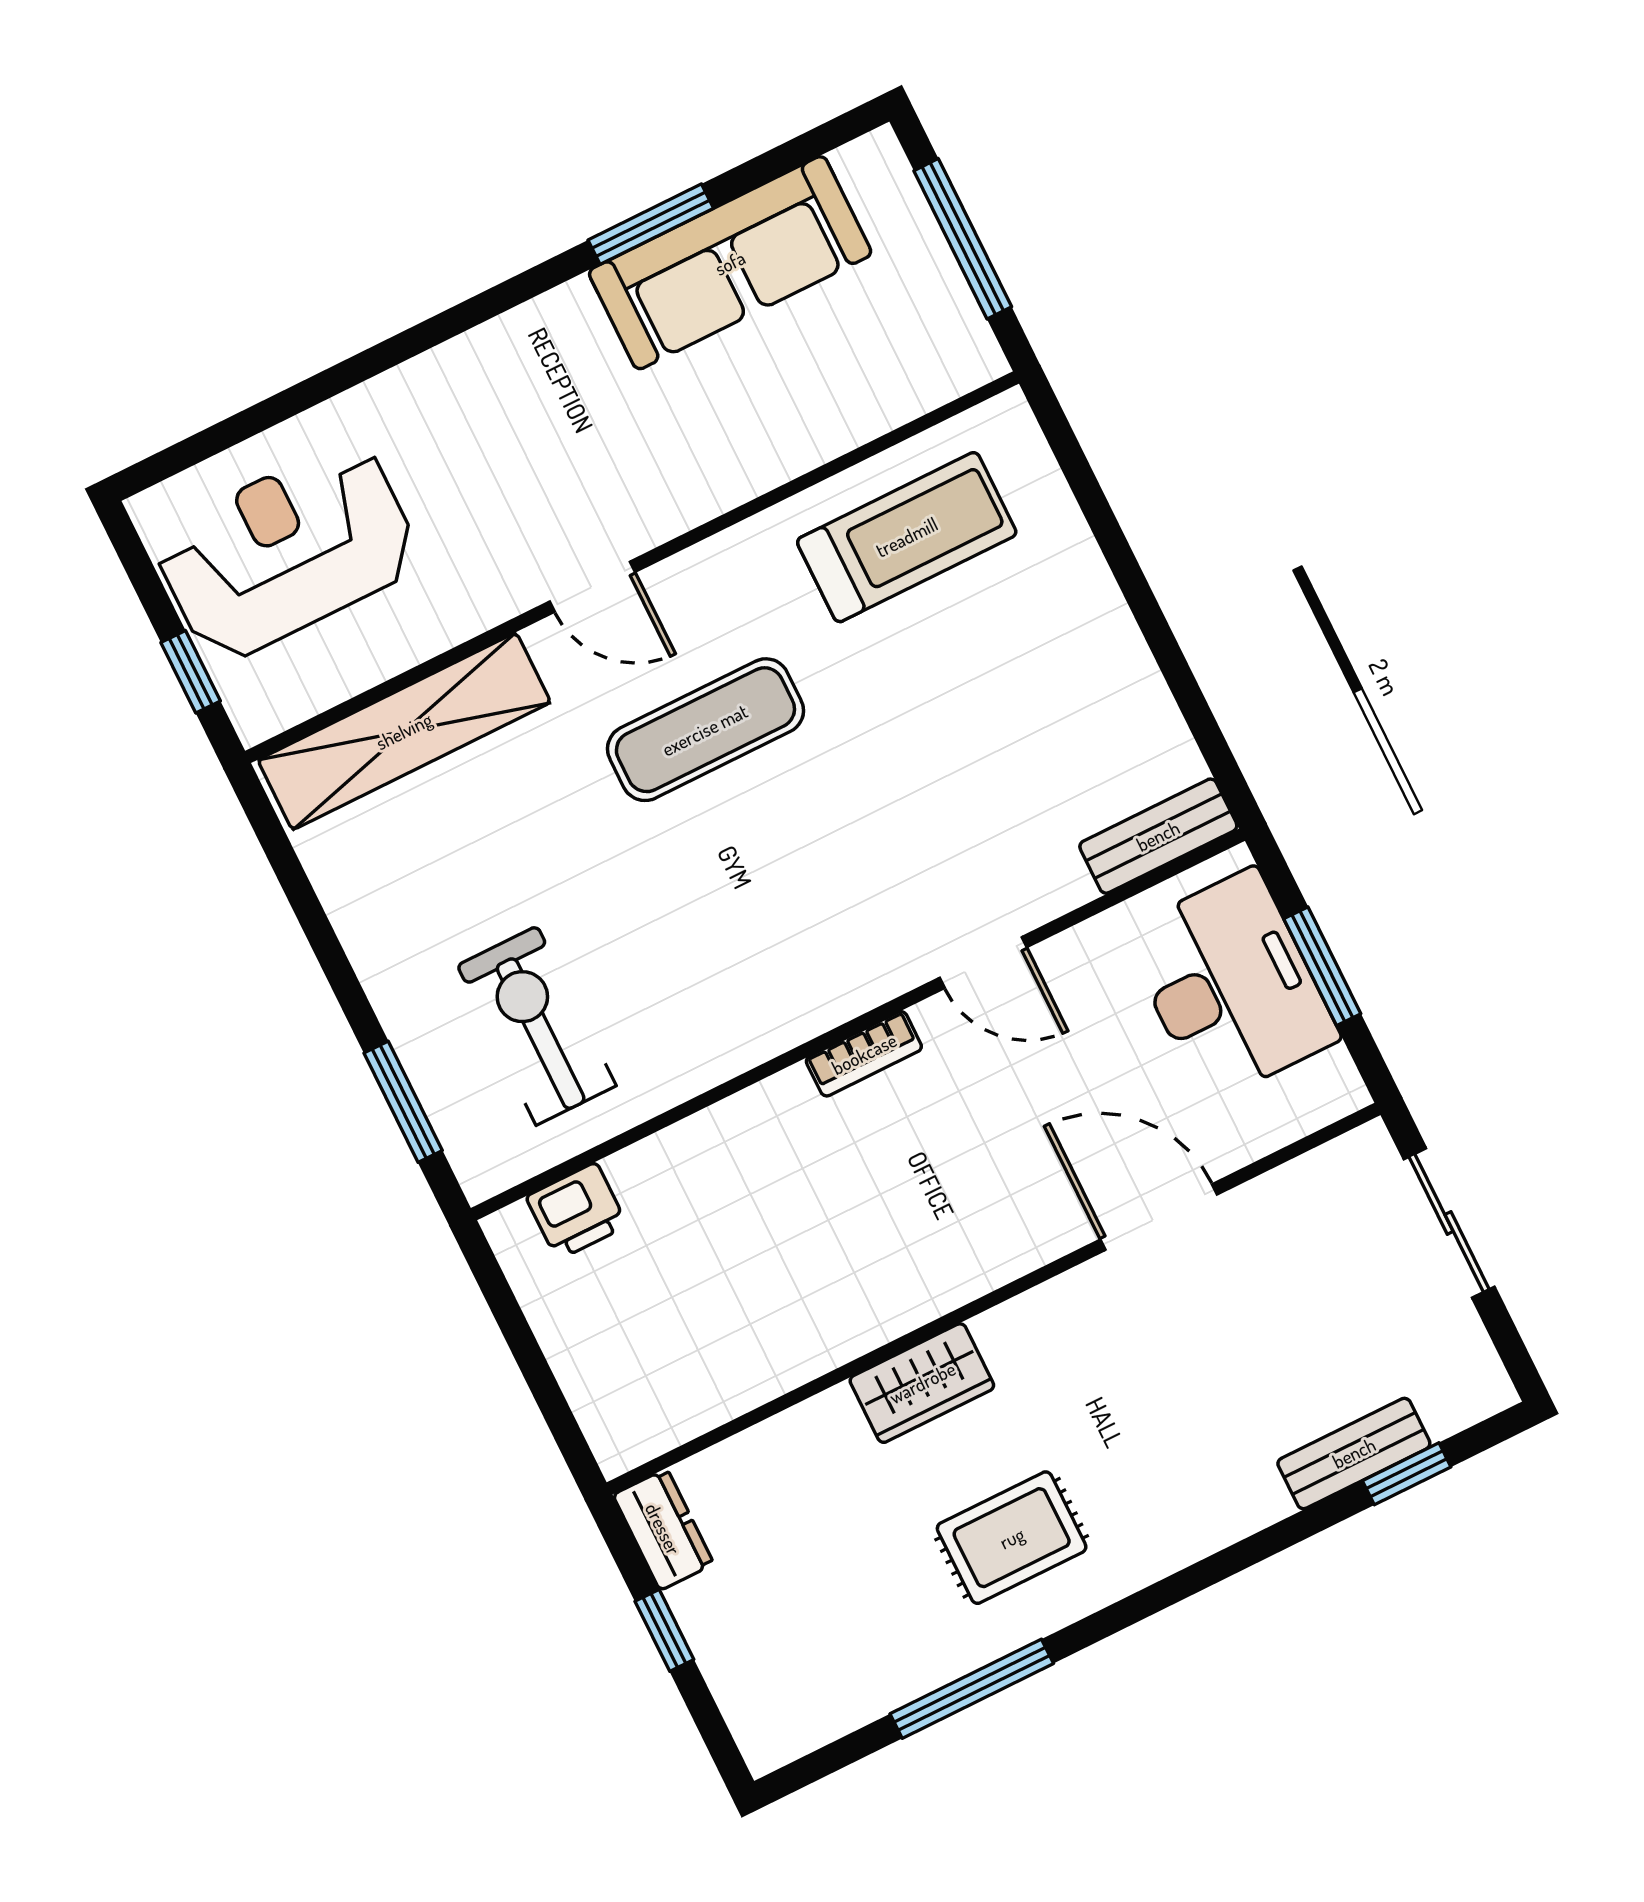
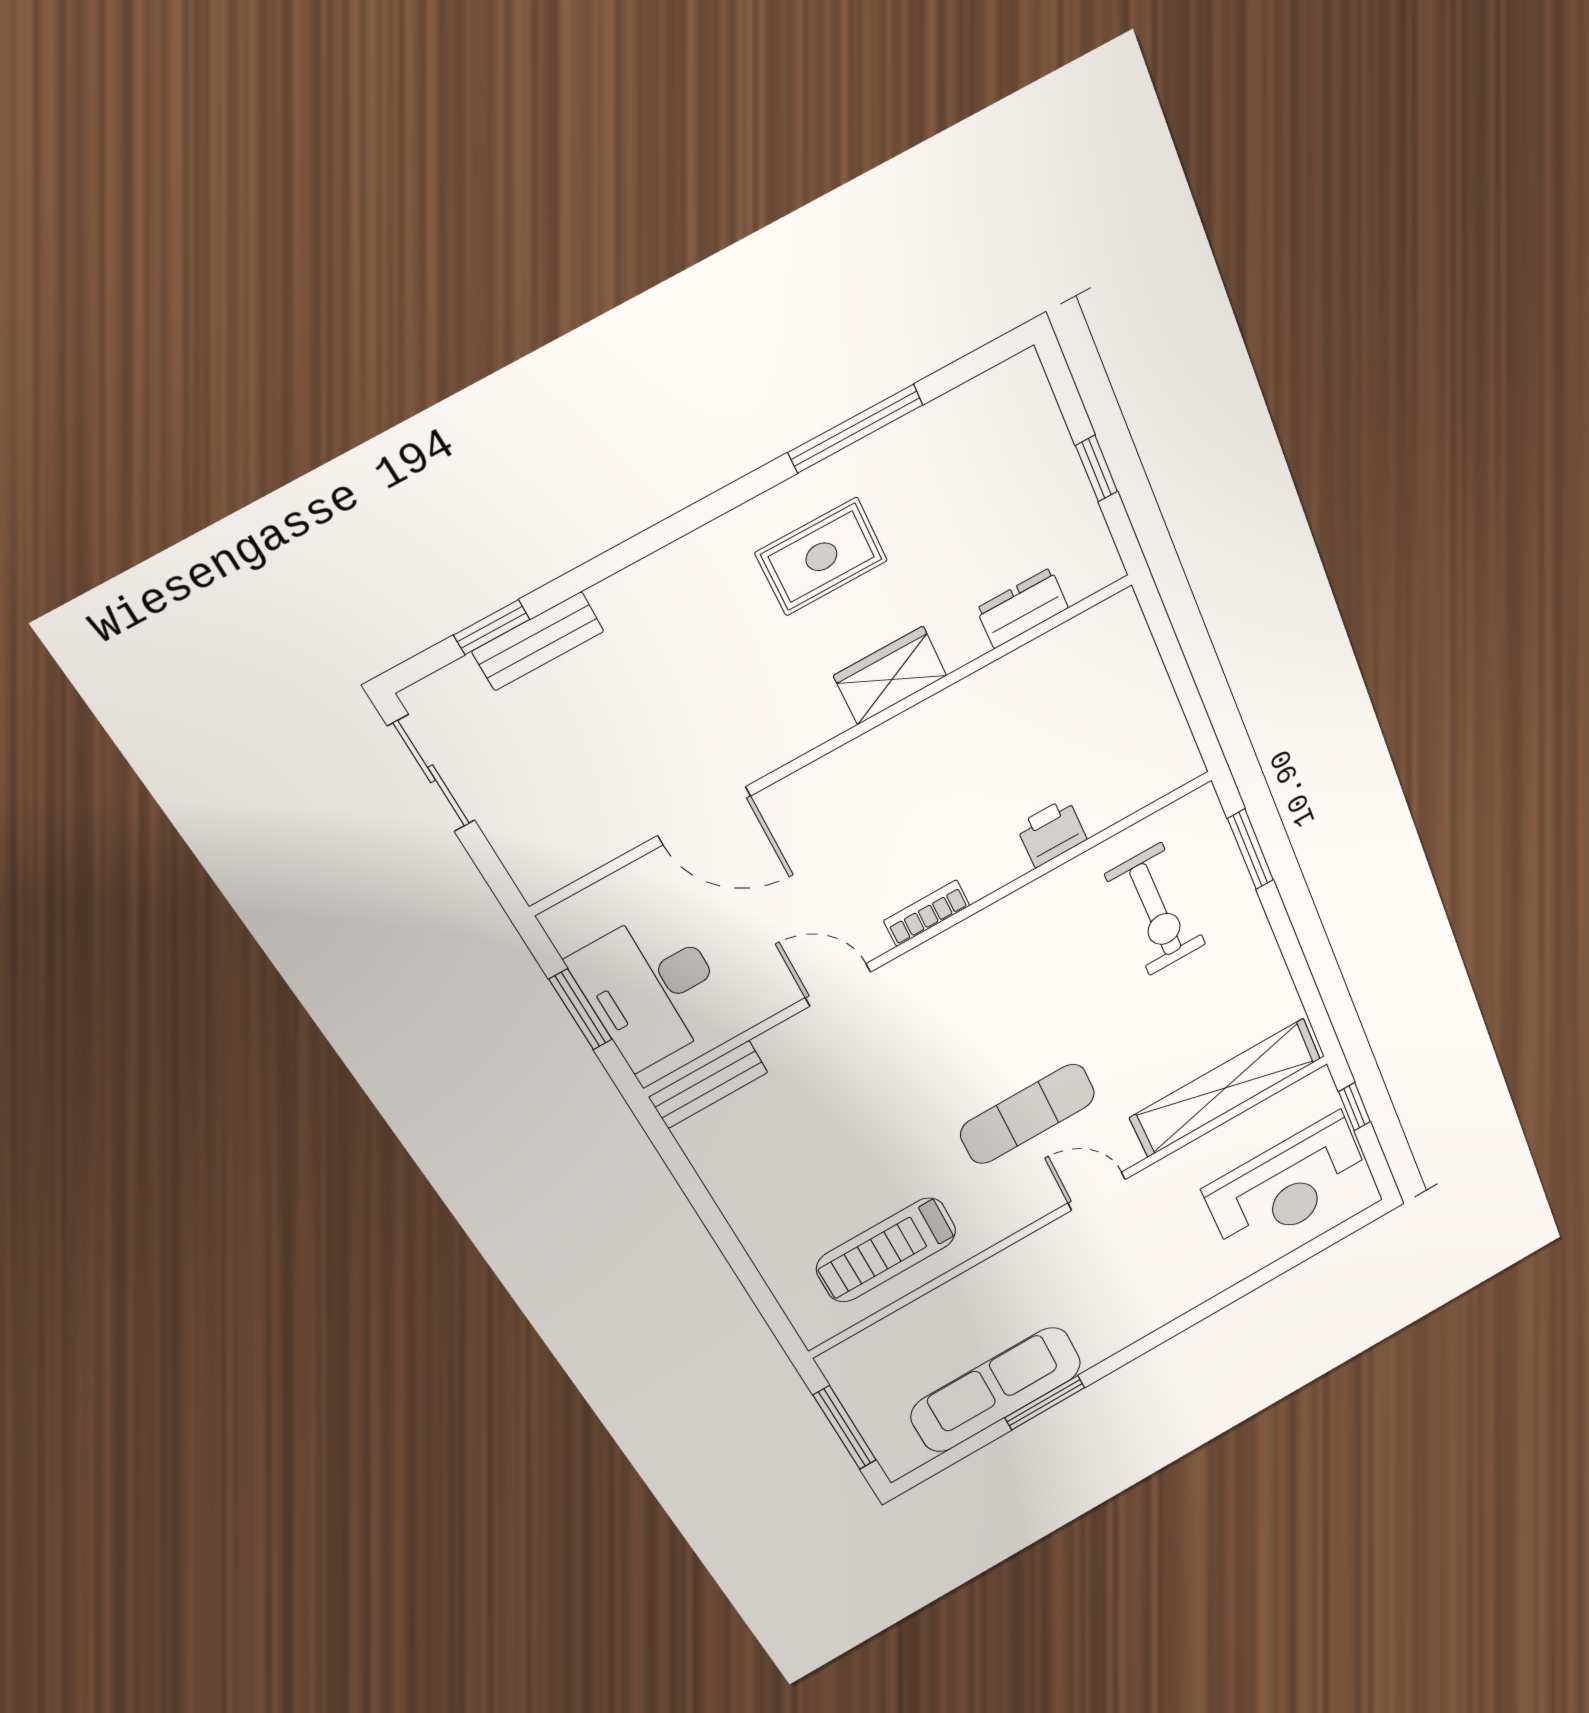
printer: (577, 1211) -> (1052, 833), moved
sliding door: (1449, 1223) -> (432, 774), moved
dresser: (663, 1529) -> (1022, 608), moved, turned 90

